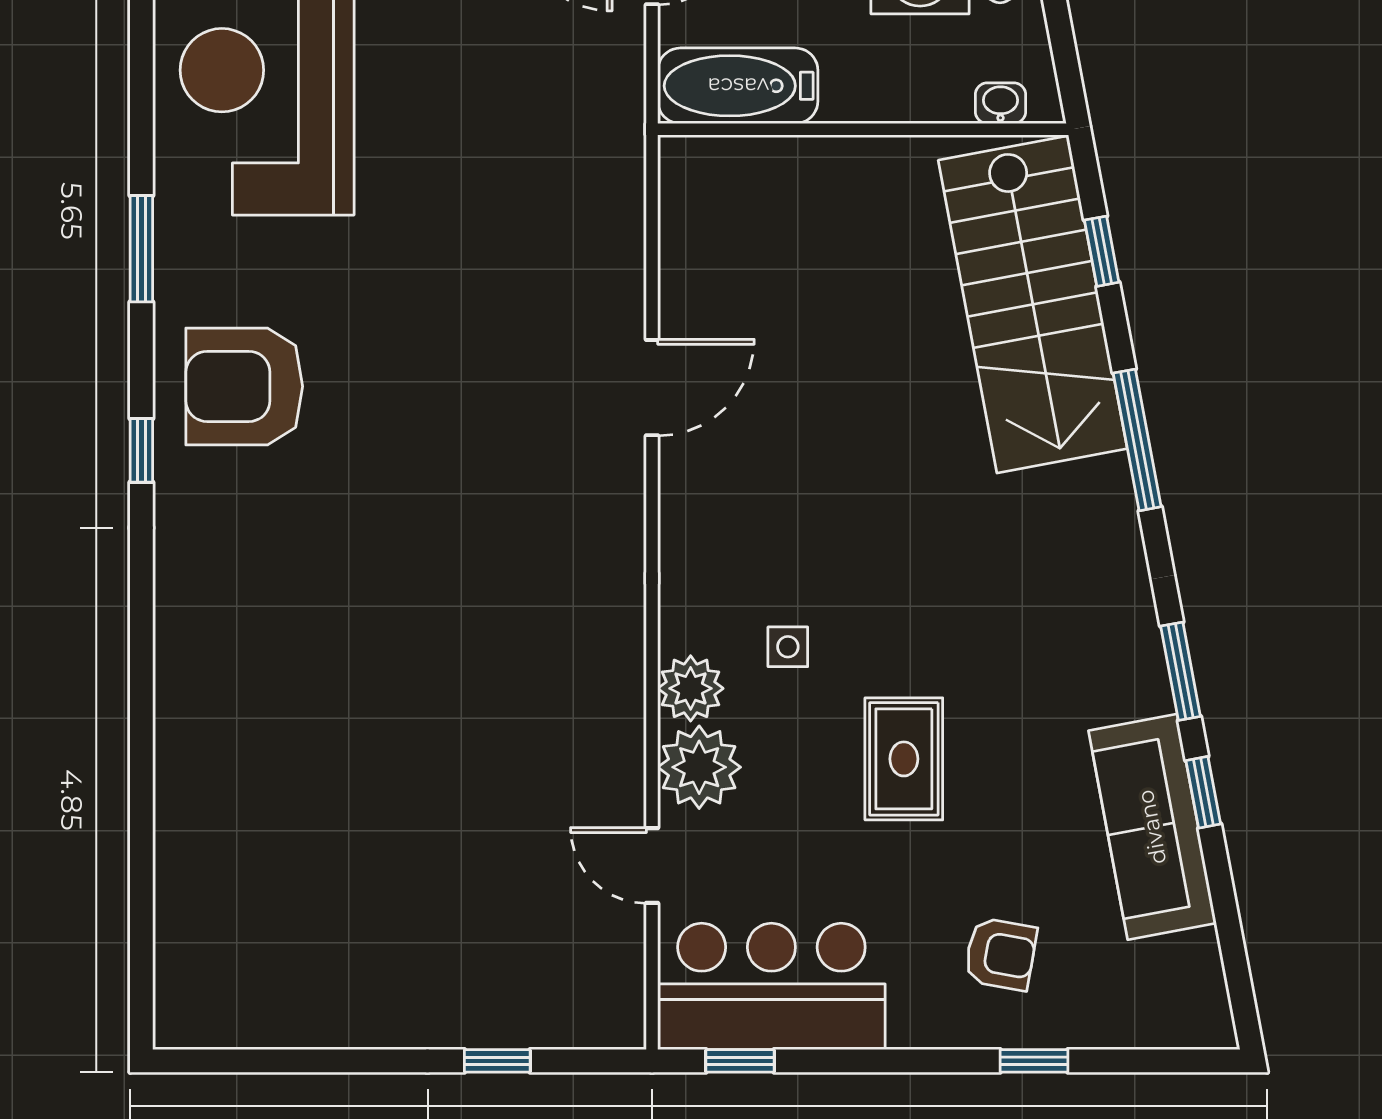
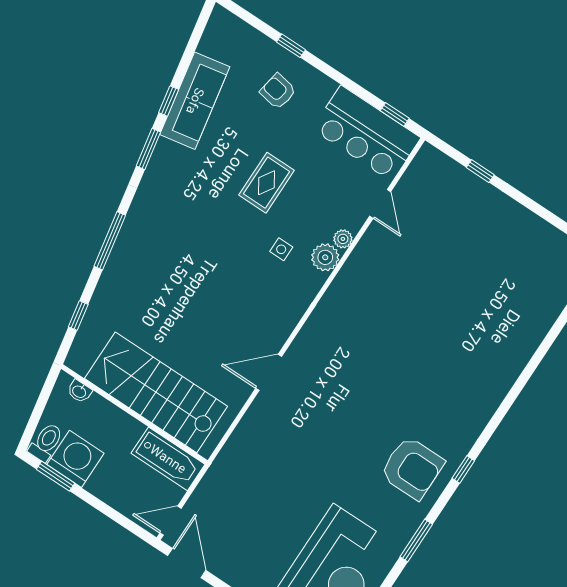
stairs: (1033, 304) -> (156, 392), moved, turned -79
plant: (699, 767) -> (343, 239), width x0.53, depth x0.53

